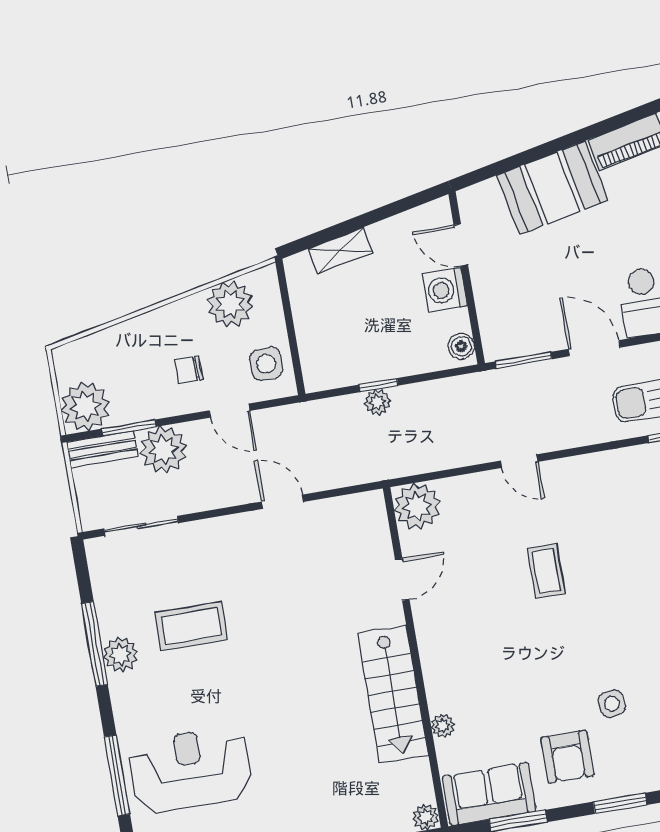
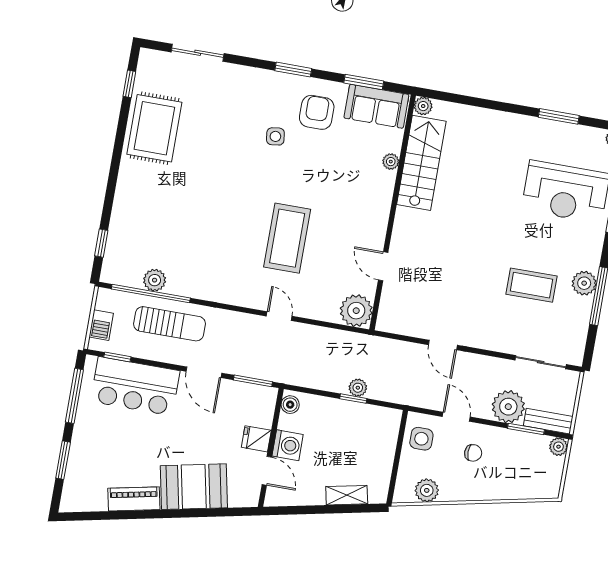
fridge: (491, 283) -> (256, 439), added
plant: (230, 304) -> (427, 490), width x0.73, depth x0.73
plant: (85, 406) -> (558, 447), width x0.53, depth x0.53
coffee table: (546, 571) -> (287, 238), width x1.86, depth x1.72
door: (402, 580) -> (383, 266), hinge flipped
stairs: (393, 694) -> (421, 163), moved

